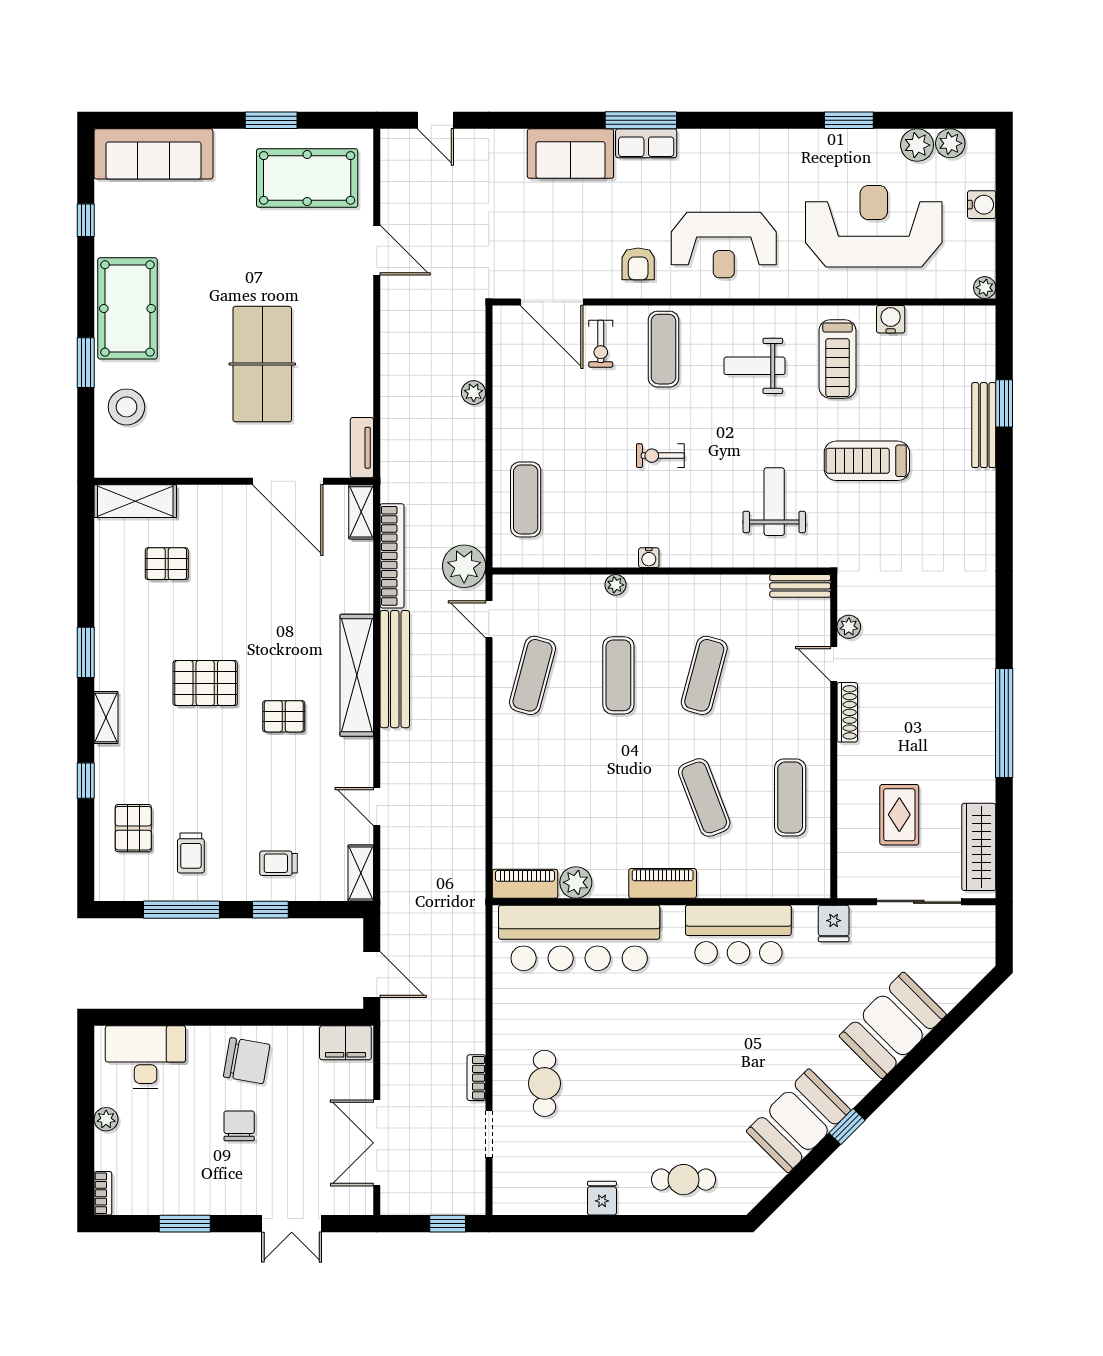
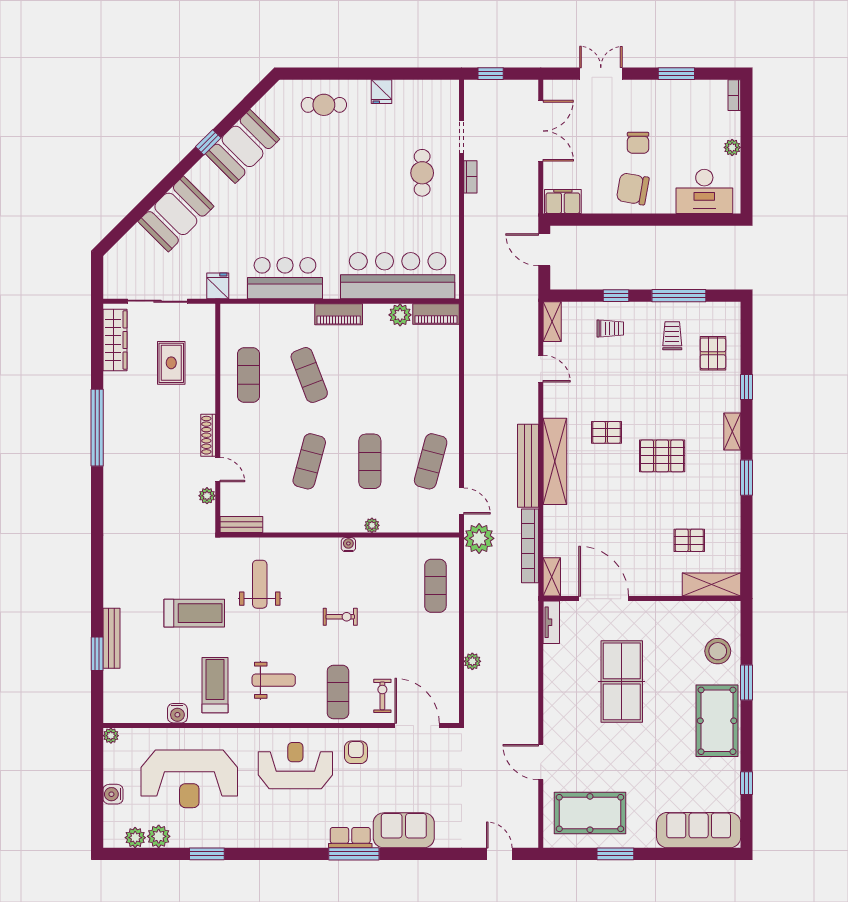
weight bench: (774, 502) -> (260, 584), turned 180

